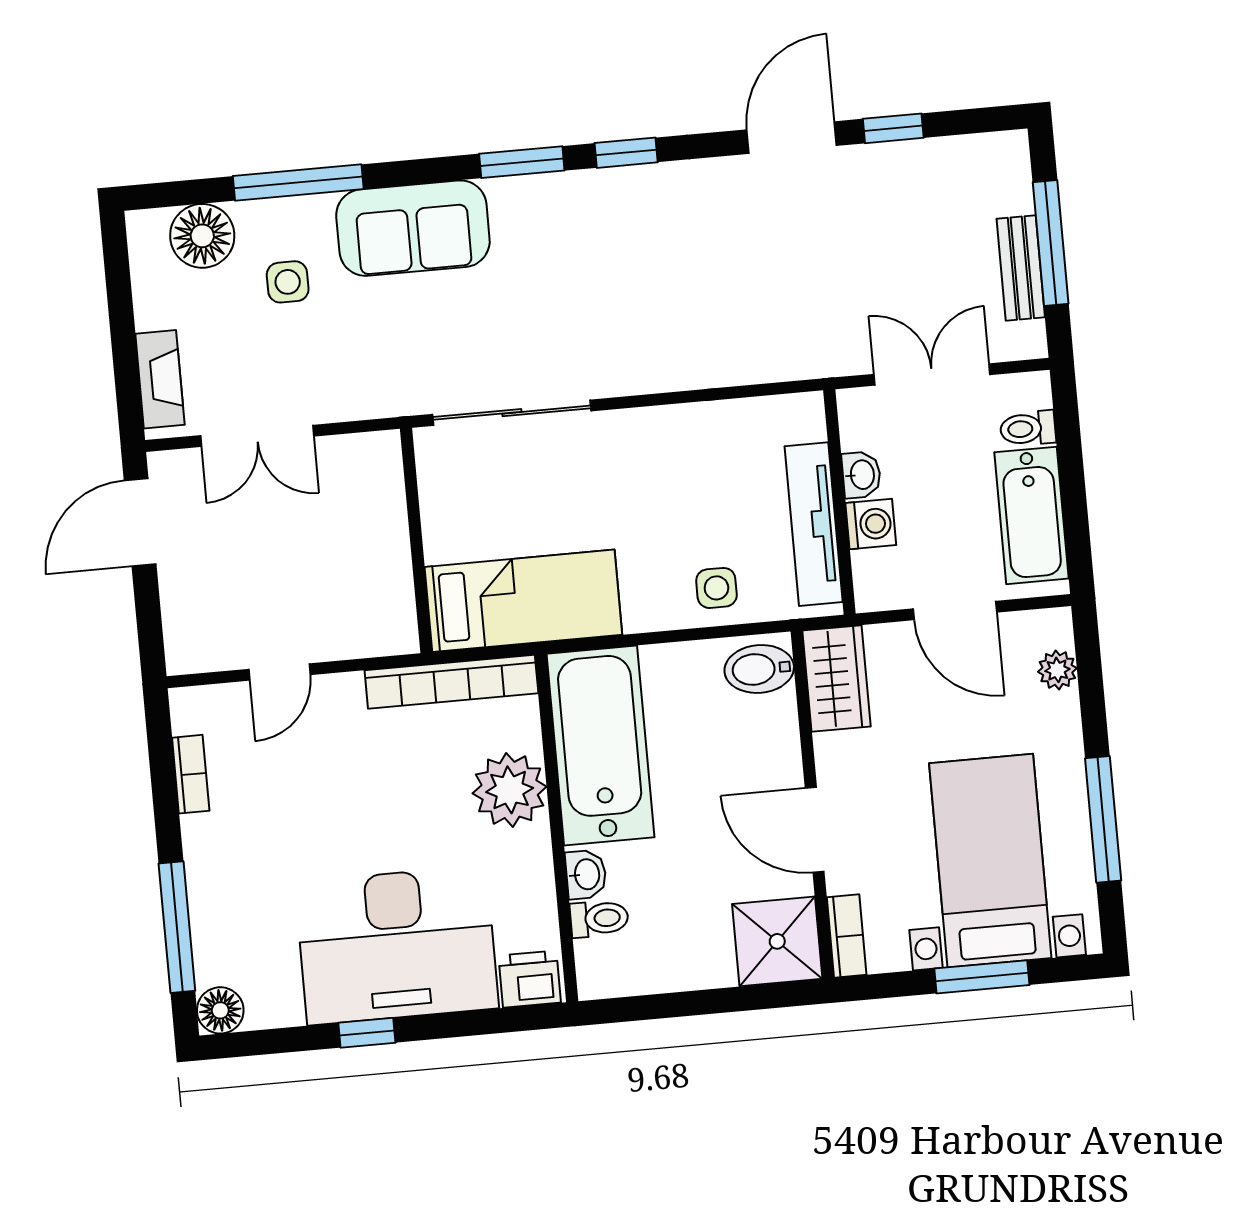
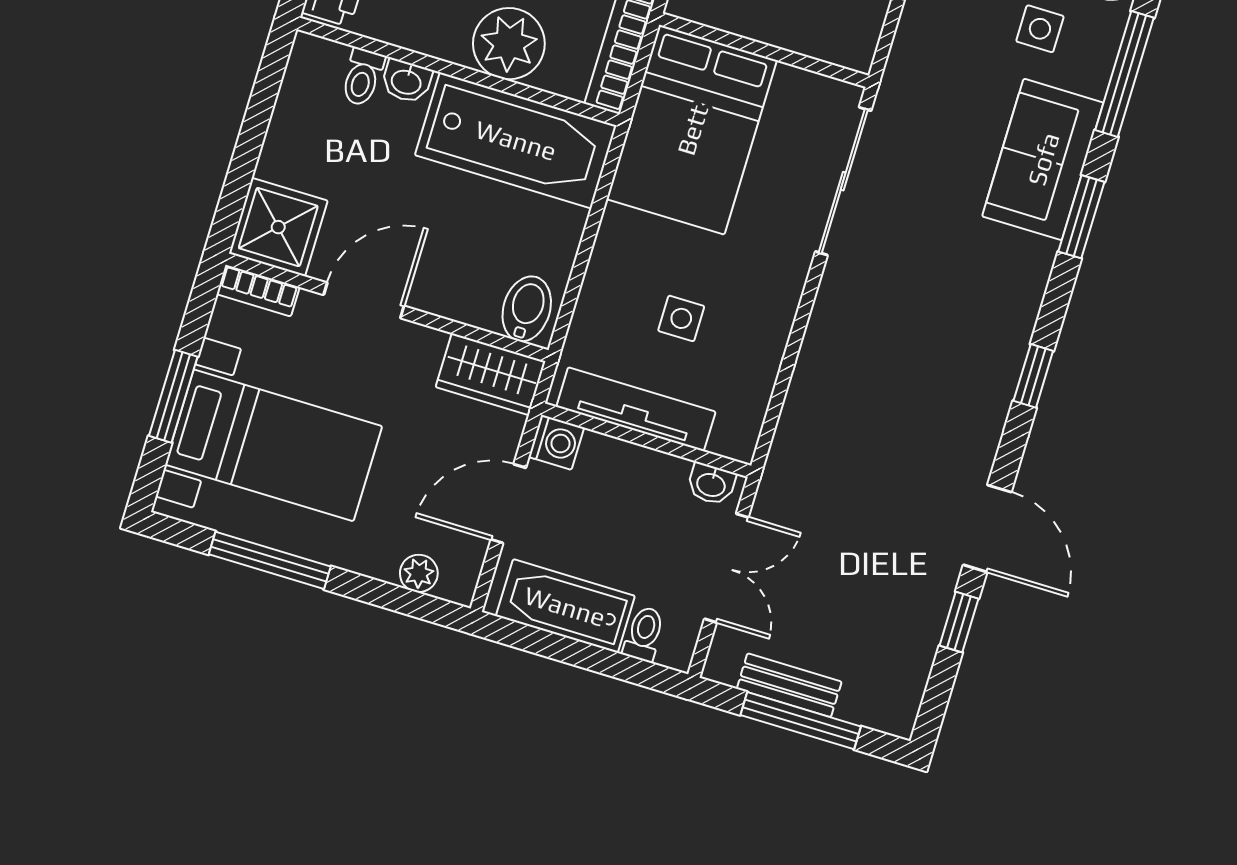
window: (522, 162) -> (1081, 217), moved
washbasin: (861, 475) -> (711, 484), moved
washing machine: (871, 524) -> (556, 442), moved, turned -90
side table: (716, 588) -> (681, 318), moved
bed: (523, 601) -> (692, 130), width x1.50

